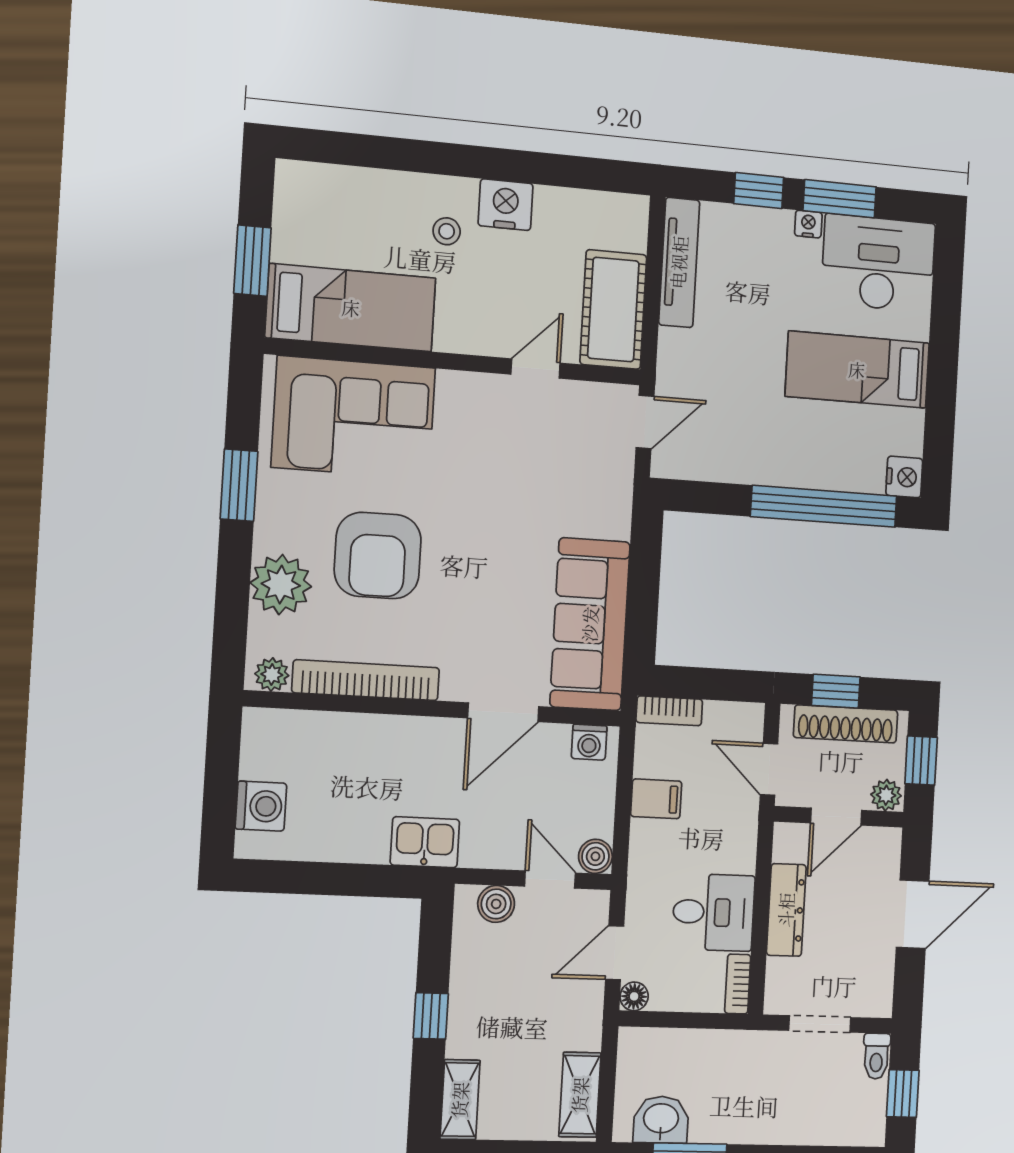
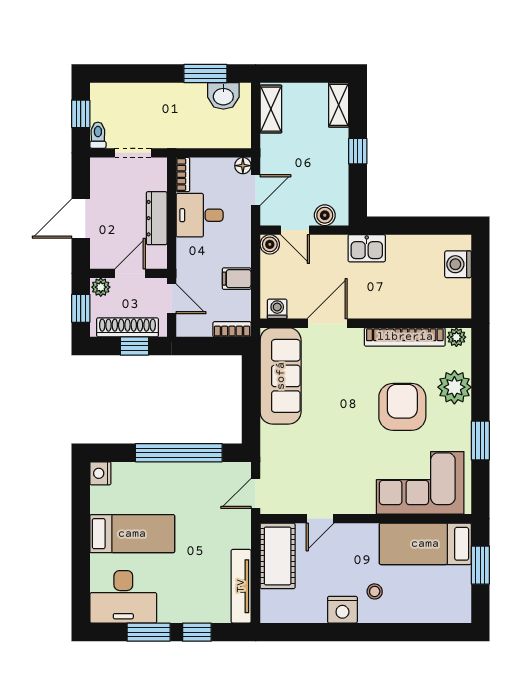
nightstand: (808, 224) -> (166, 616), removed
window: (824, 506) -> (179, 453), moved

